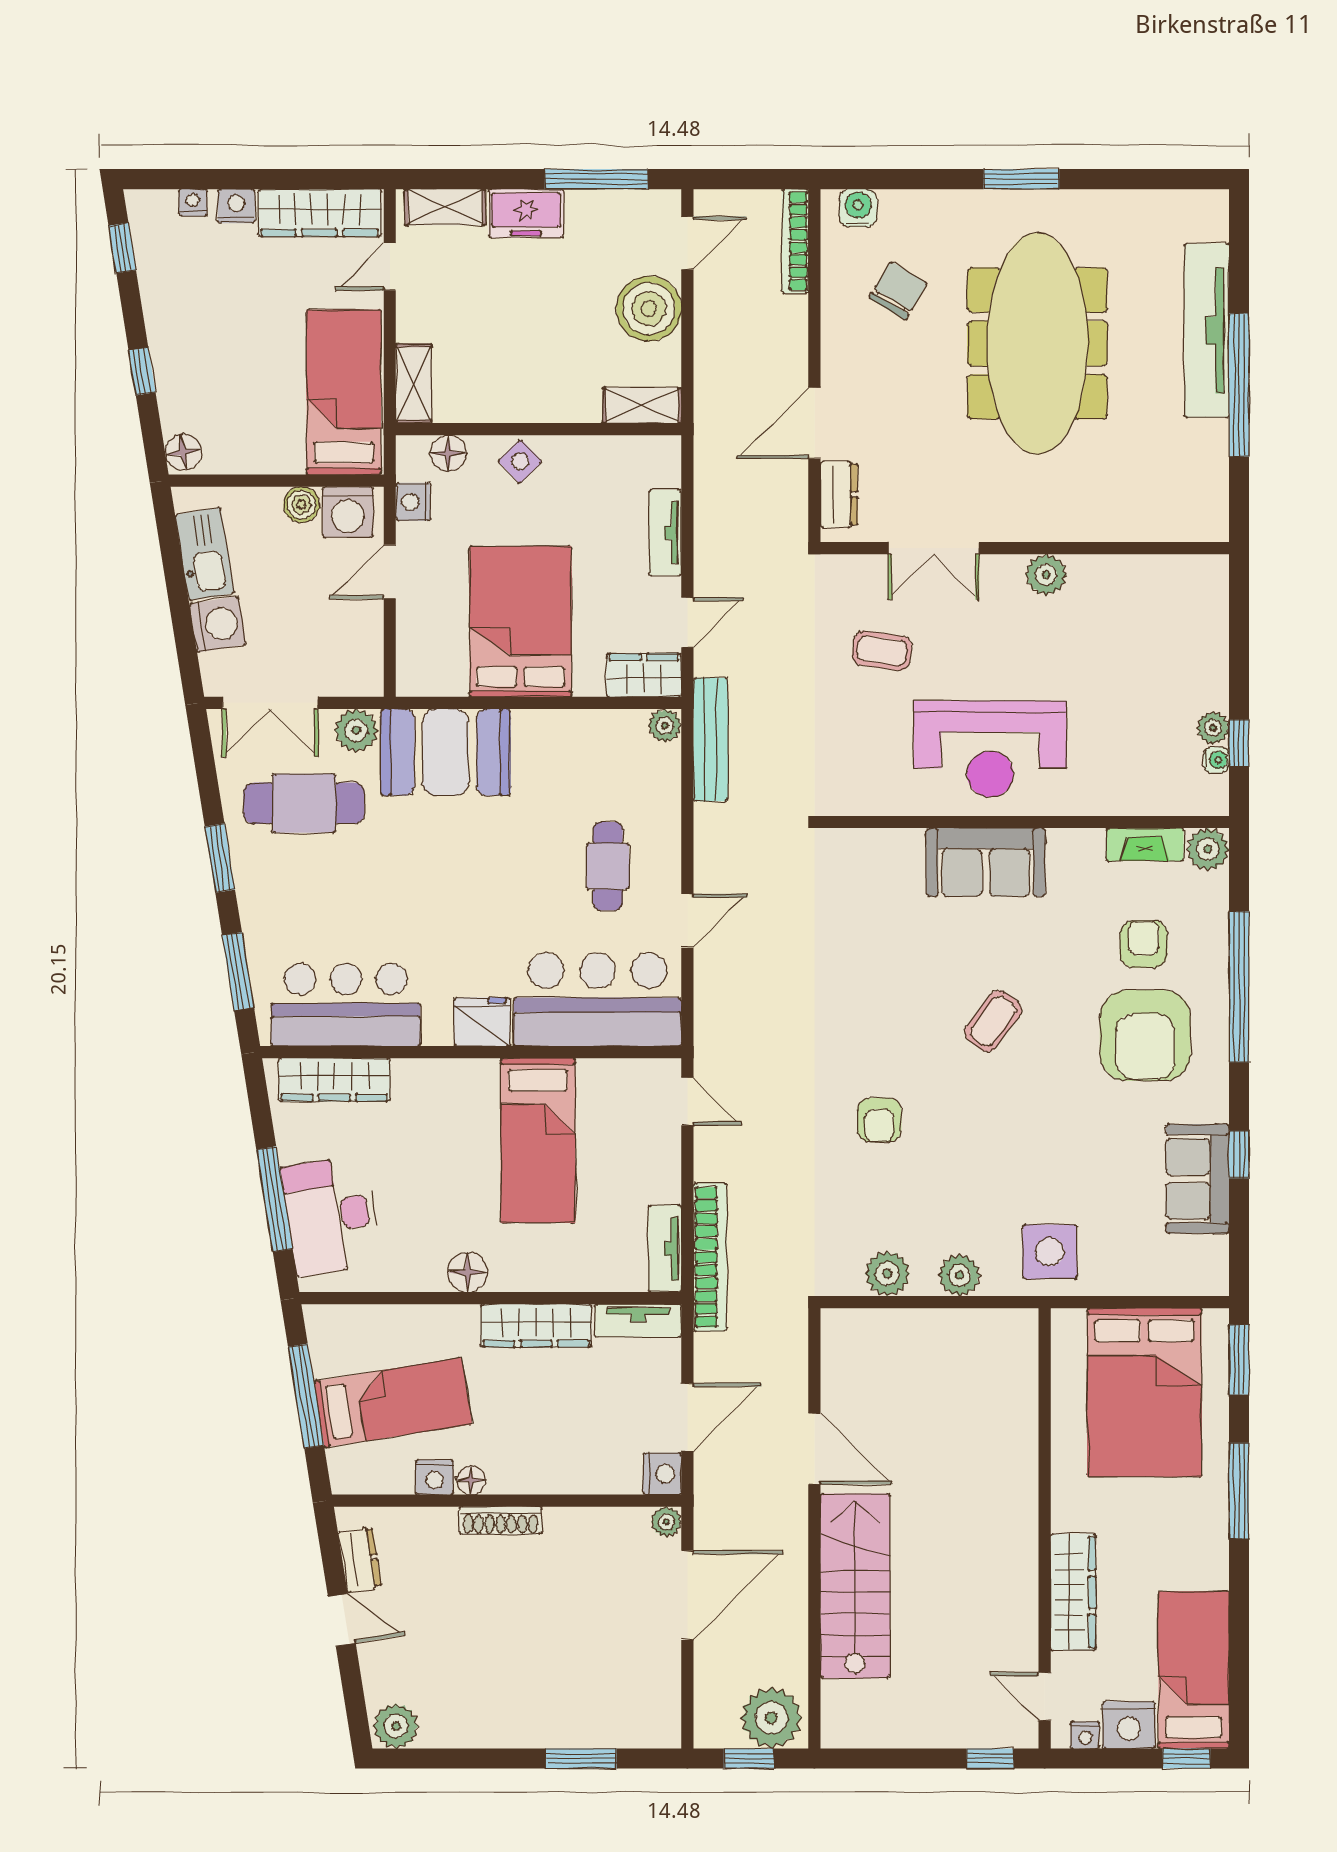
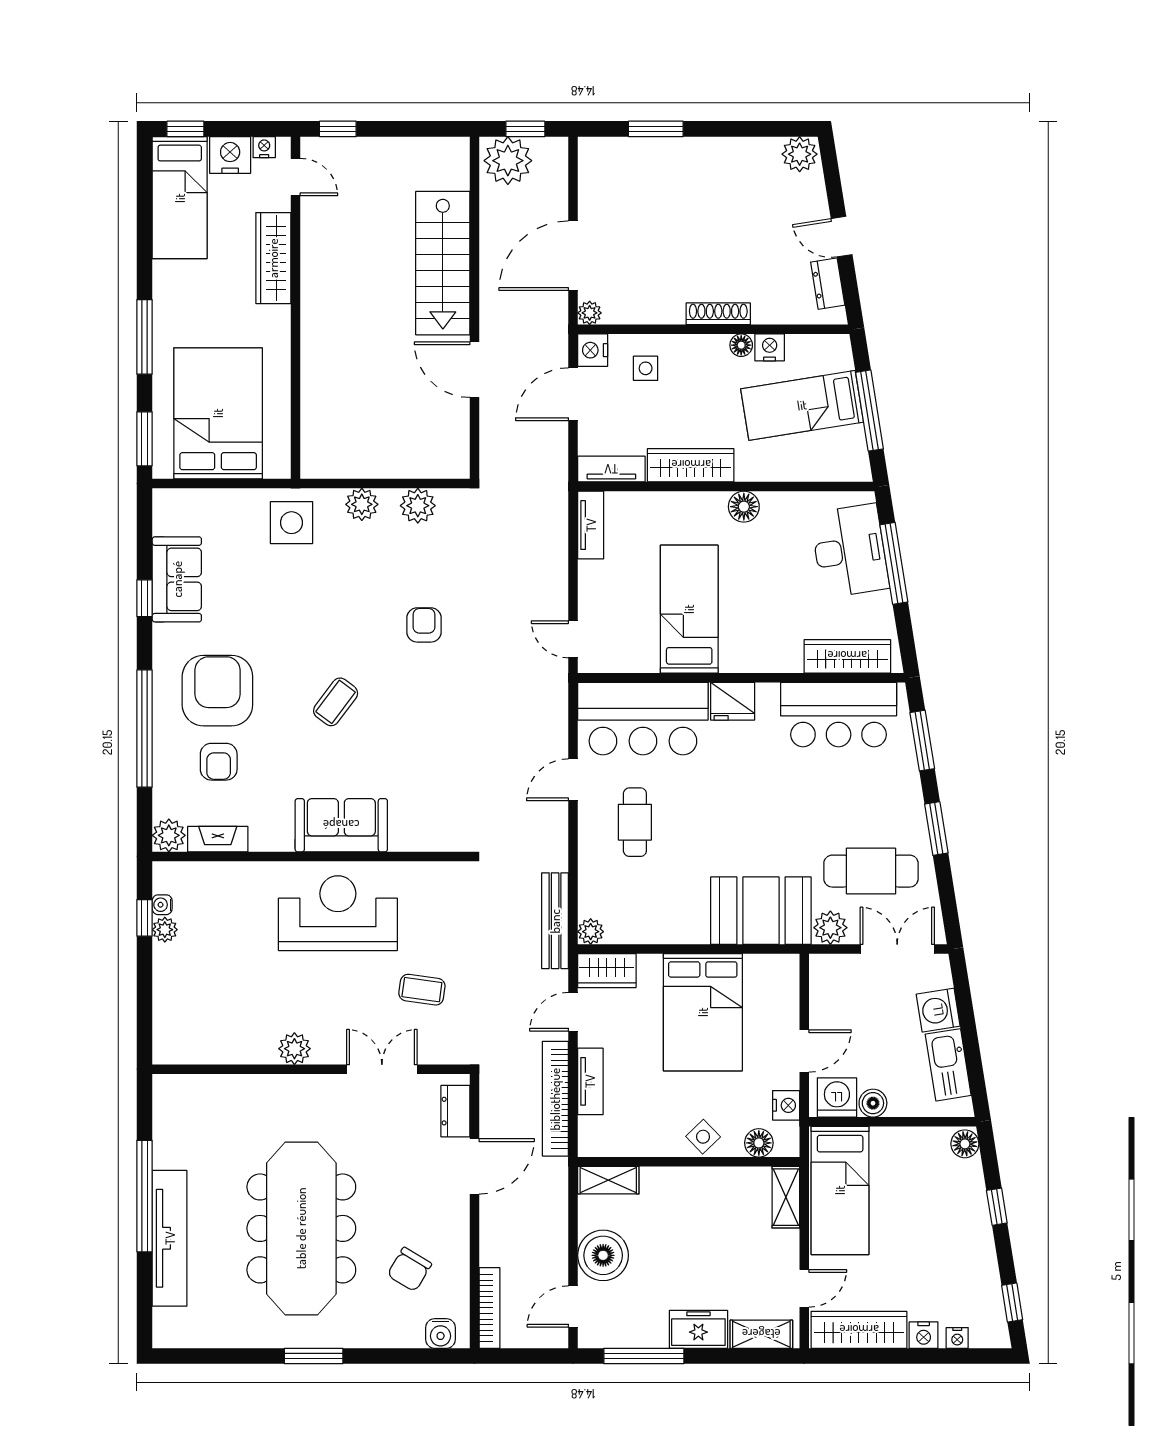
bookcase: (710, 1257) -> (555, 1099), moved
side table: (594, 1450) -> (646, 368), added

